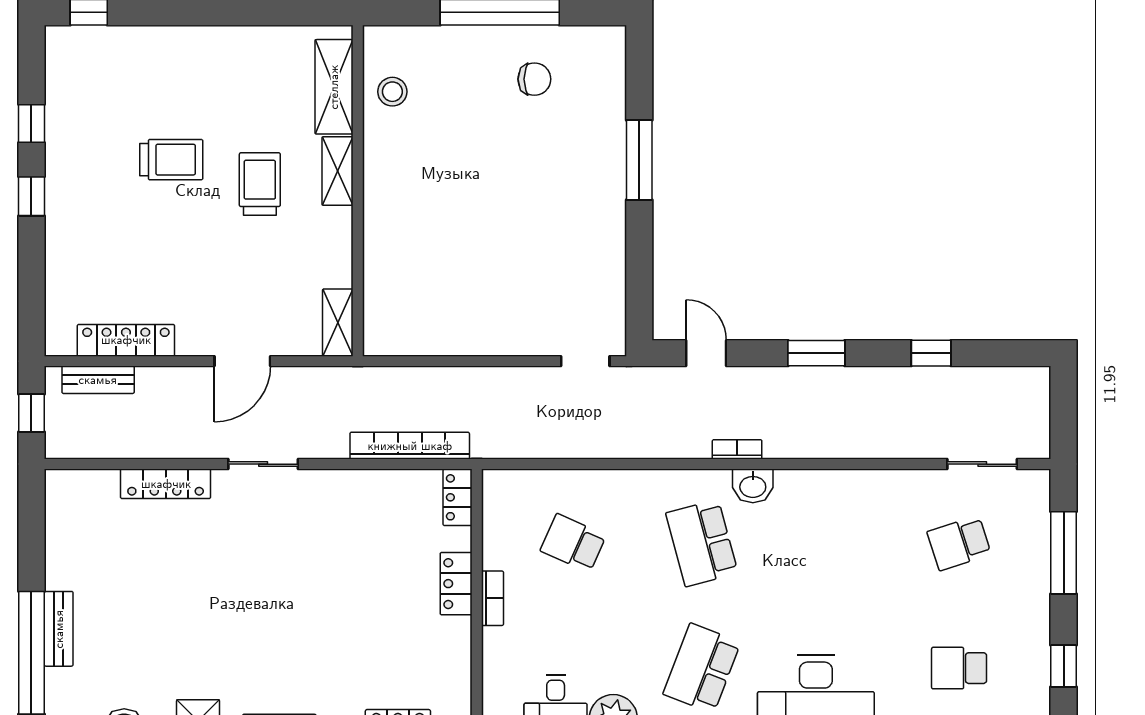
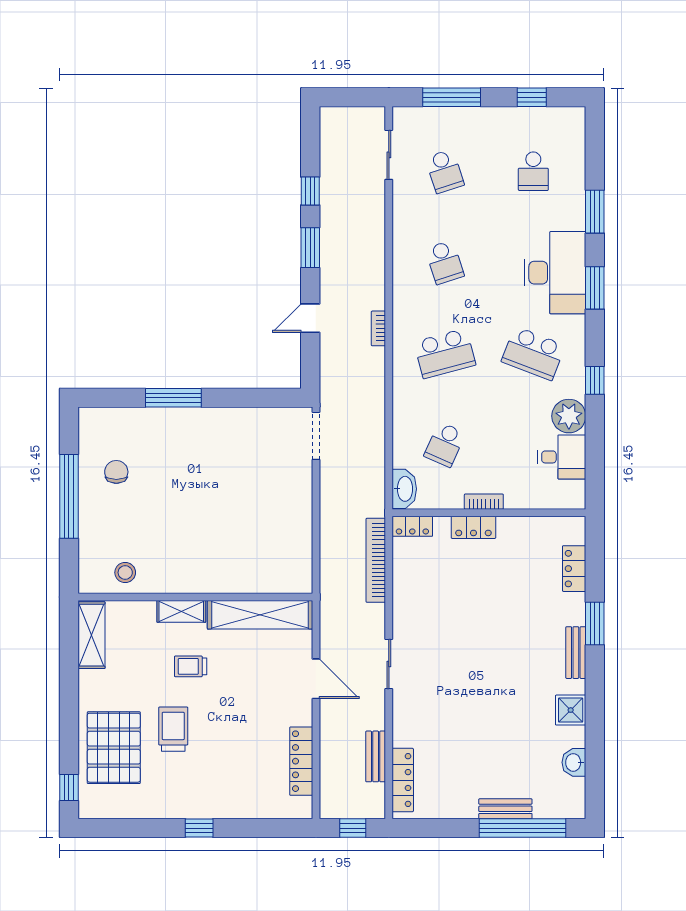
pallet: (145, 76) -> (114, 748), added
shelving: (334, 87) -> (91, 635), moved, turned 90
window: (31, 124) -> (148, 828), removed
trolley: (260, 184) -> (191, 666), width x0.73, depth x0.72
shelving: (338, 323) -> (260, 615), width x2.20, depth x1.33
door: (706, 353) -> (310, 318), moved
window: (816, 353) -> (310, 248), moved
doorway: (585, 361) -> (316, 436), width x1.38
bench: (98, 380) -> (376, 756), moved
locker: (166, 484) -> (403, 780), moved
washbasin: (753, 486) -> (404, 489), moved, width x1.38
school desk: (830, 543) -> (445, 262), added

